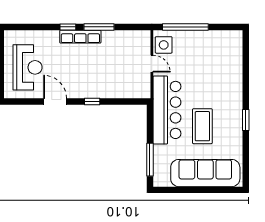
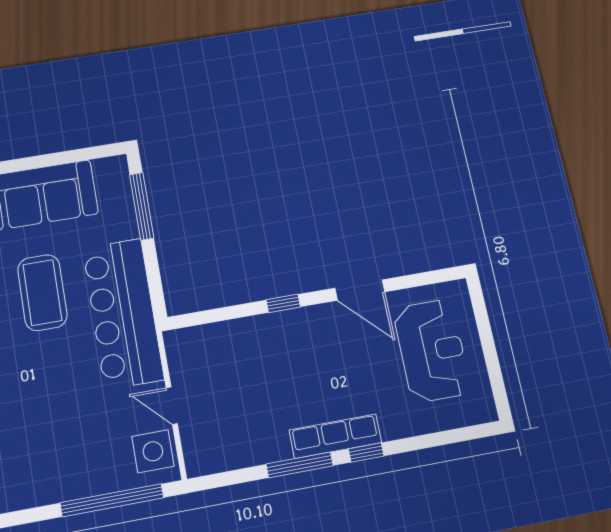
reception desk: (28, 67) -> (432, 350), turned 180

